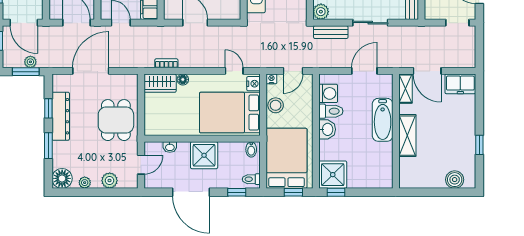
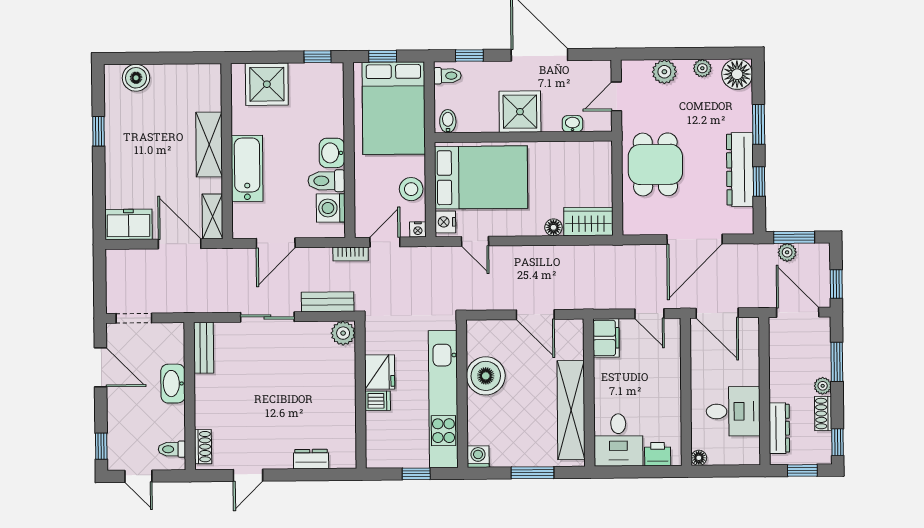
bookcase: (166, 63) -> (351, 254), moved
shower: (333, 175) -> (267, 84), moved

